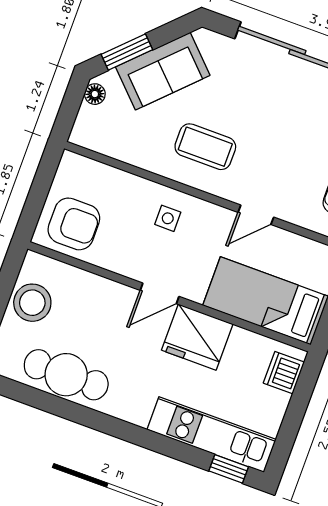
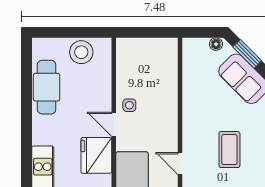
coffee table: (205, 147) -> (229, 150), moved
side table: (168, 218) -> (129, 105), moved
armchair: (74, 224) -> (136, 60), removed

